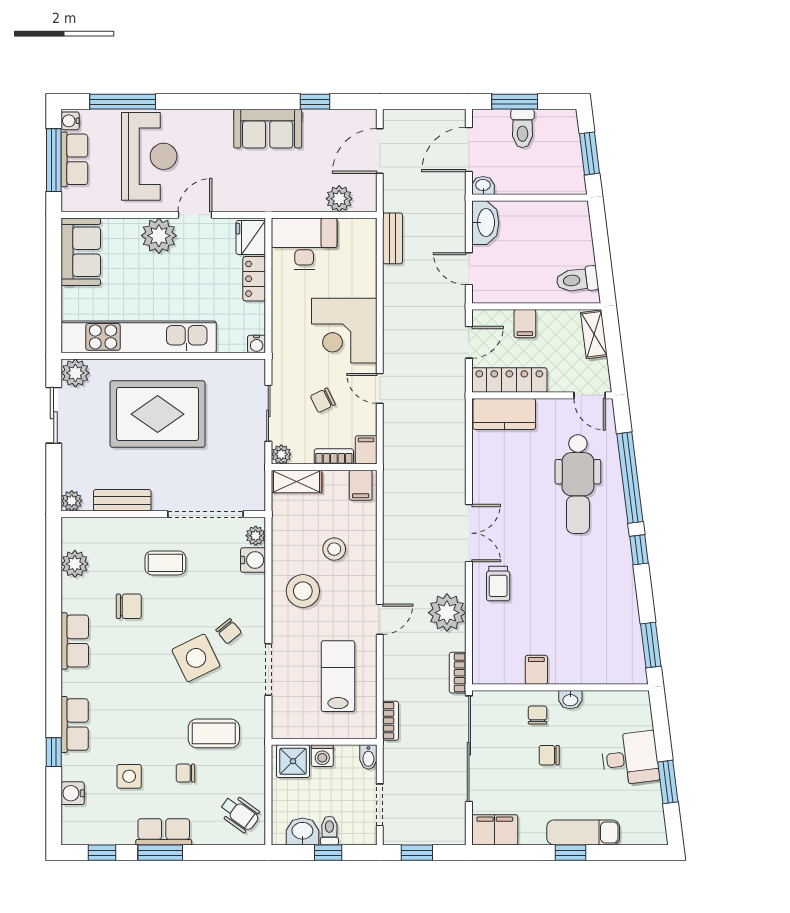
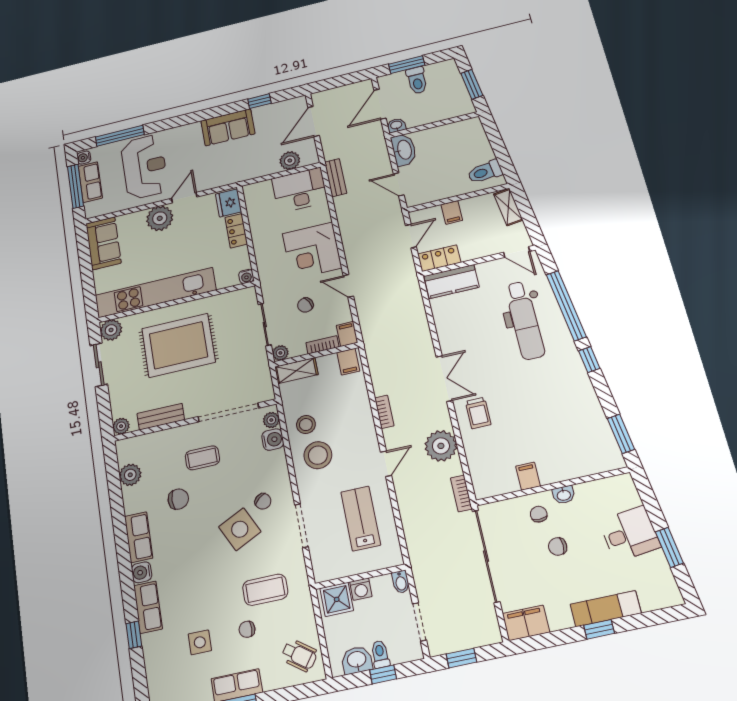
desk: (304, 244) -> (300, 190), moved
locker: (509, 380) -> (439, 258), width x0.66
stool: (334, 549) -> (306, 425), moved
bookcase: (391, 721) -> (384, 412), moved
water cooler: (73, 793) -> (142, 572), moved

